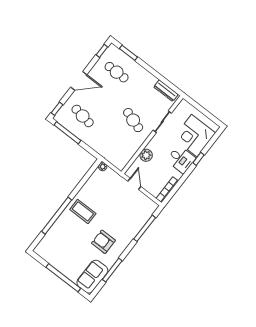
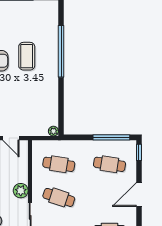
cafe table: (116, 142) -> (59, 164), added
plant: (146, 155) -> (21, 191), moved
coffee table: (83, 211) -> (27, 56), moved, turned 90

